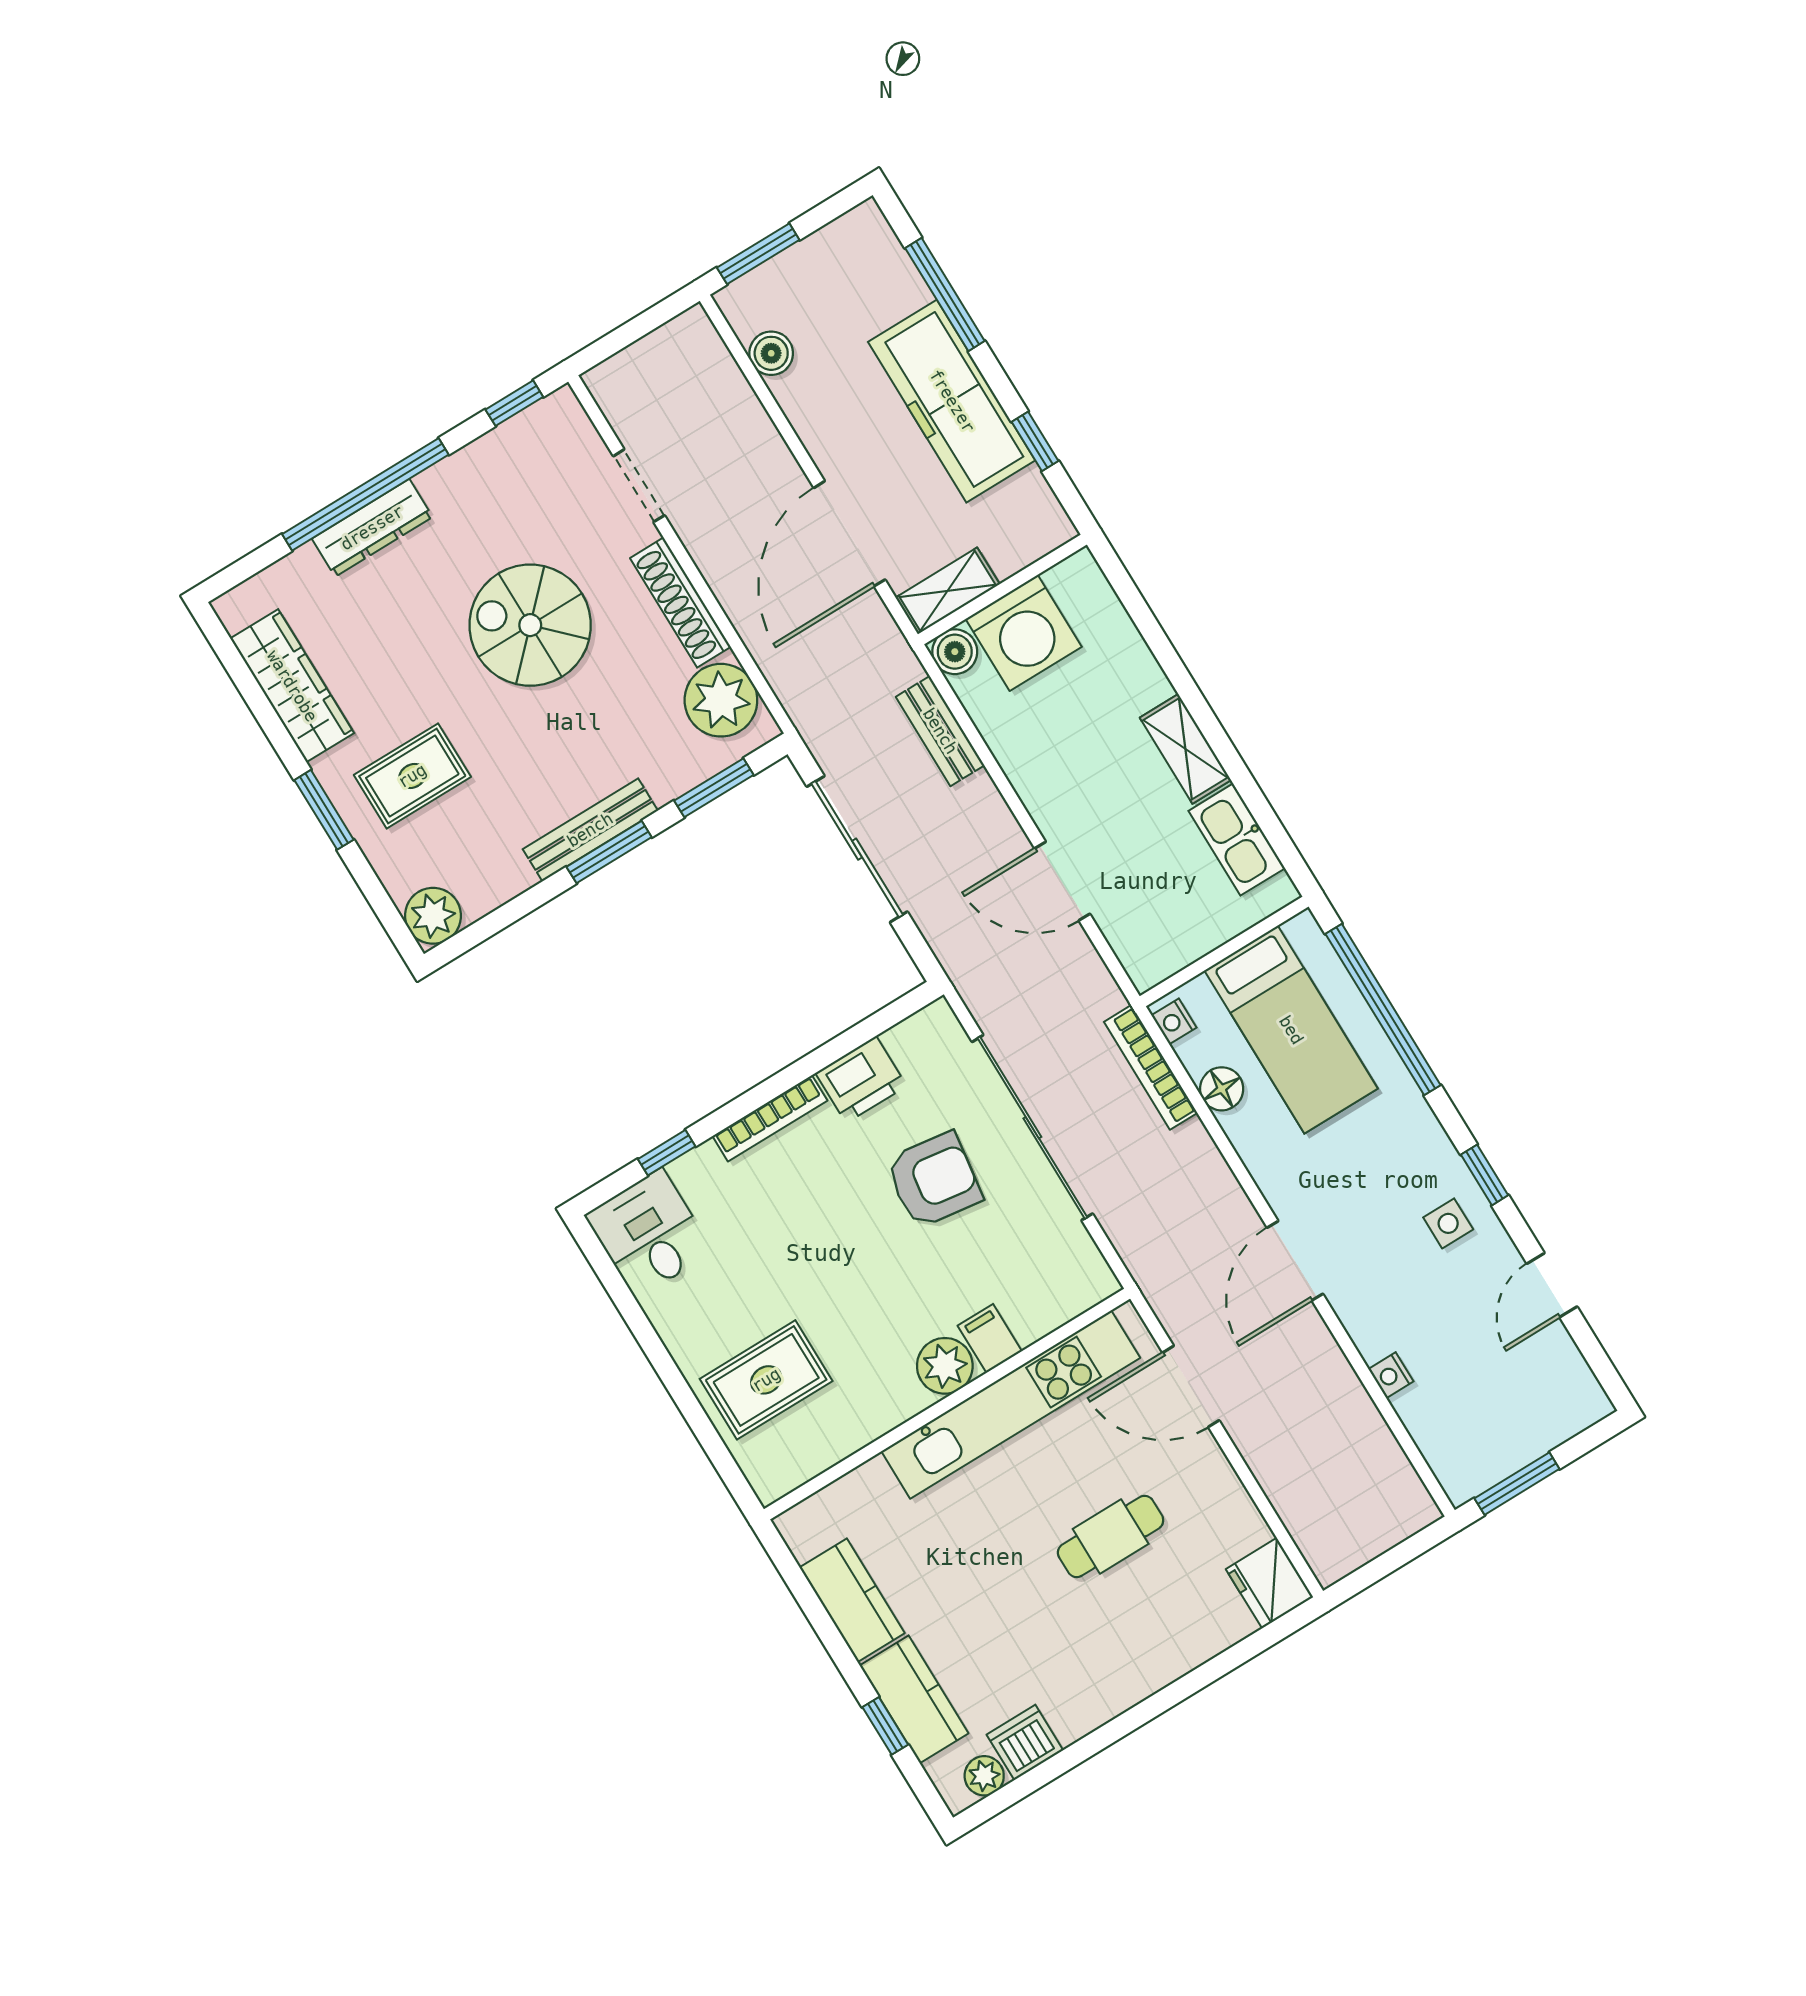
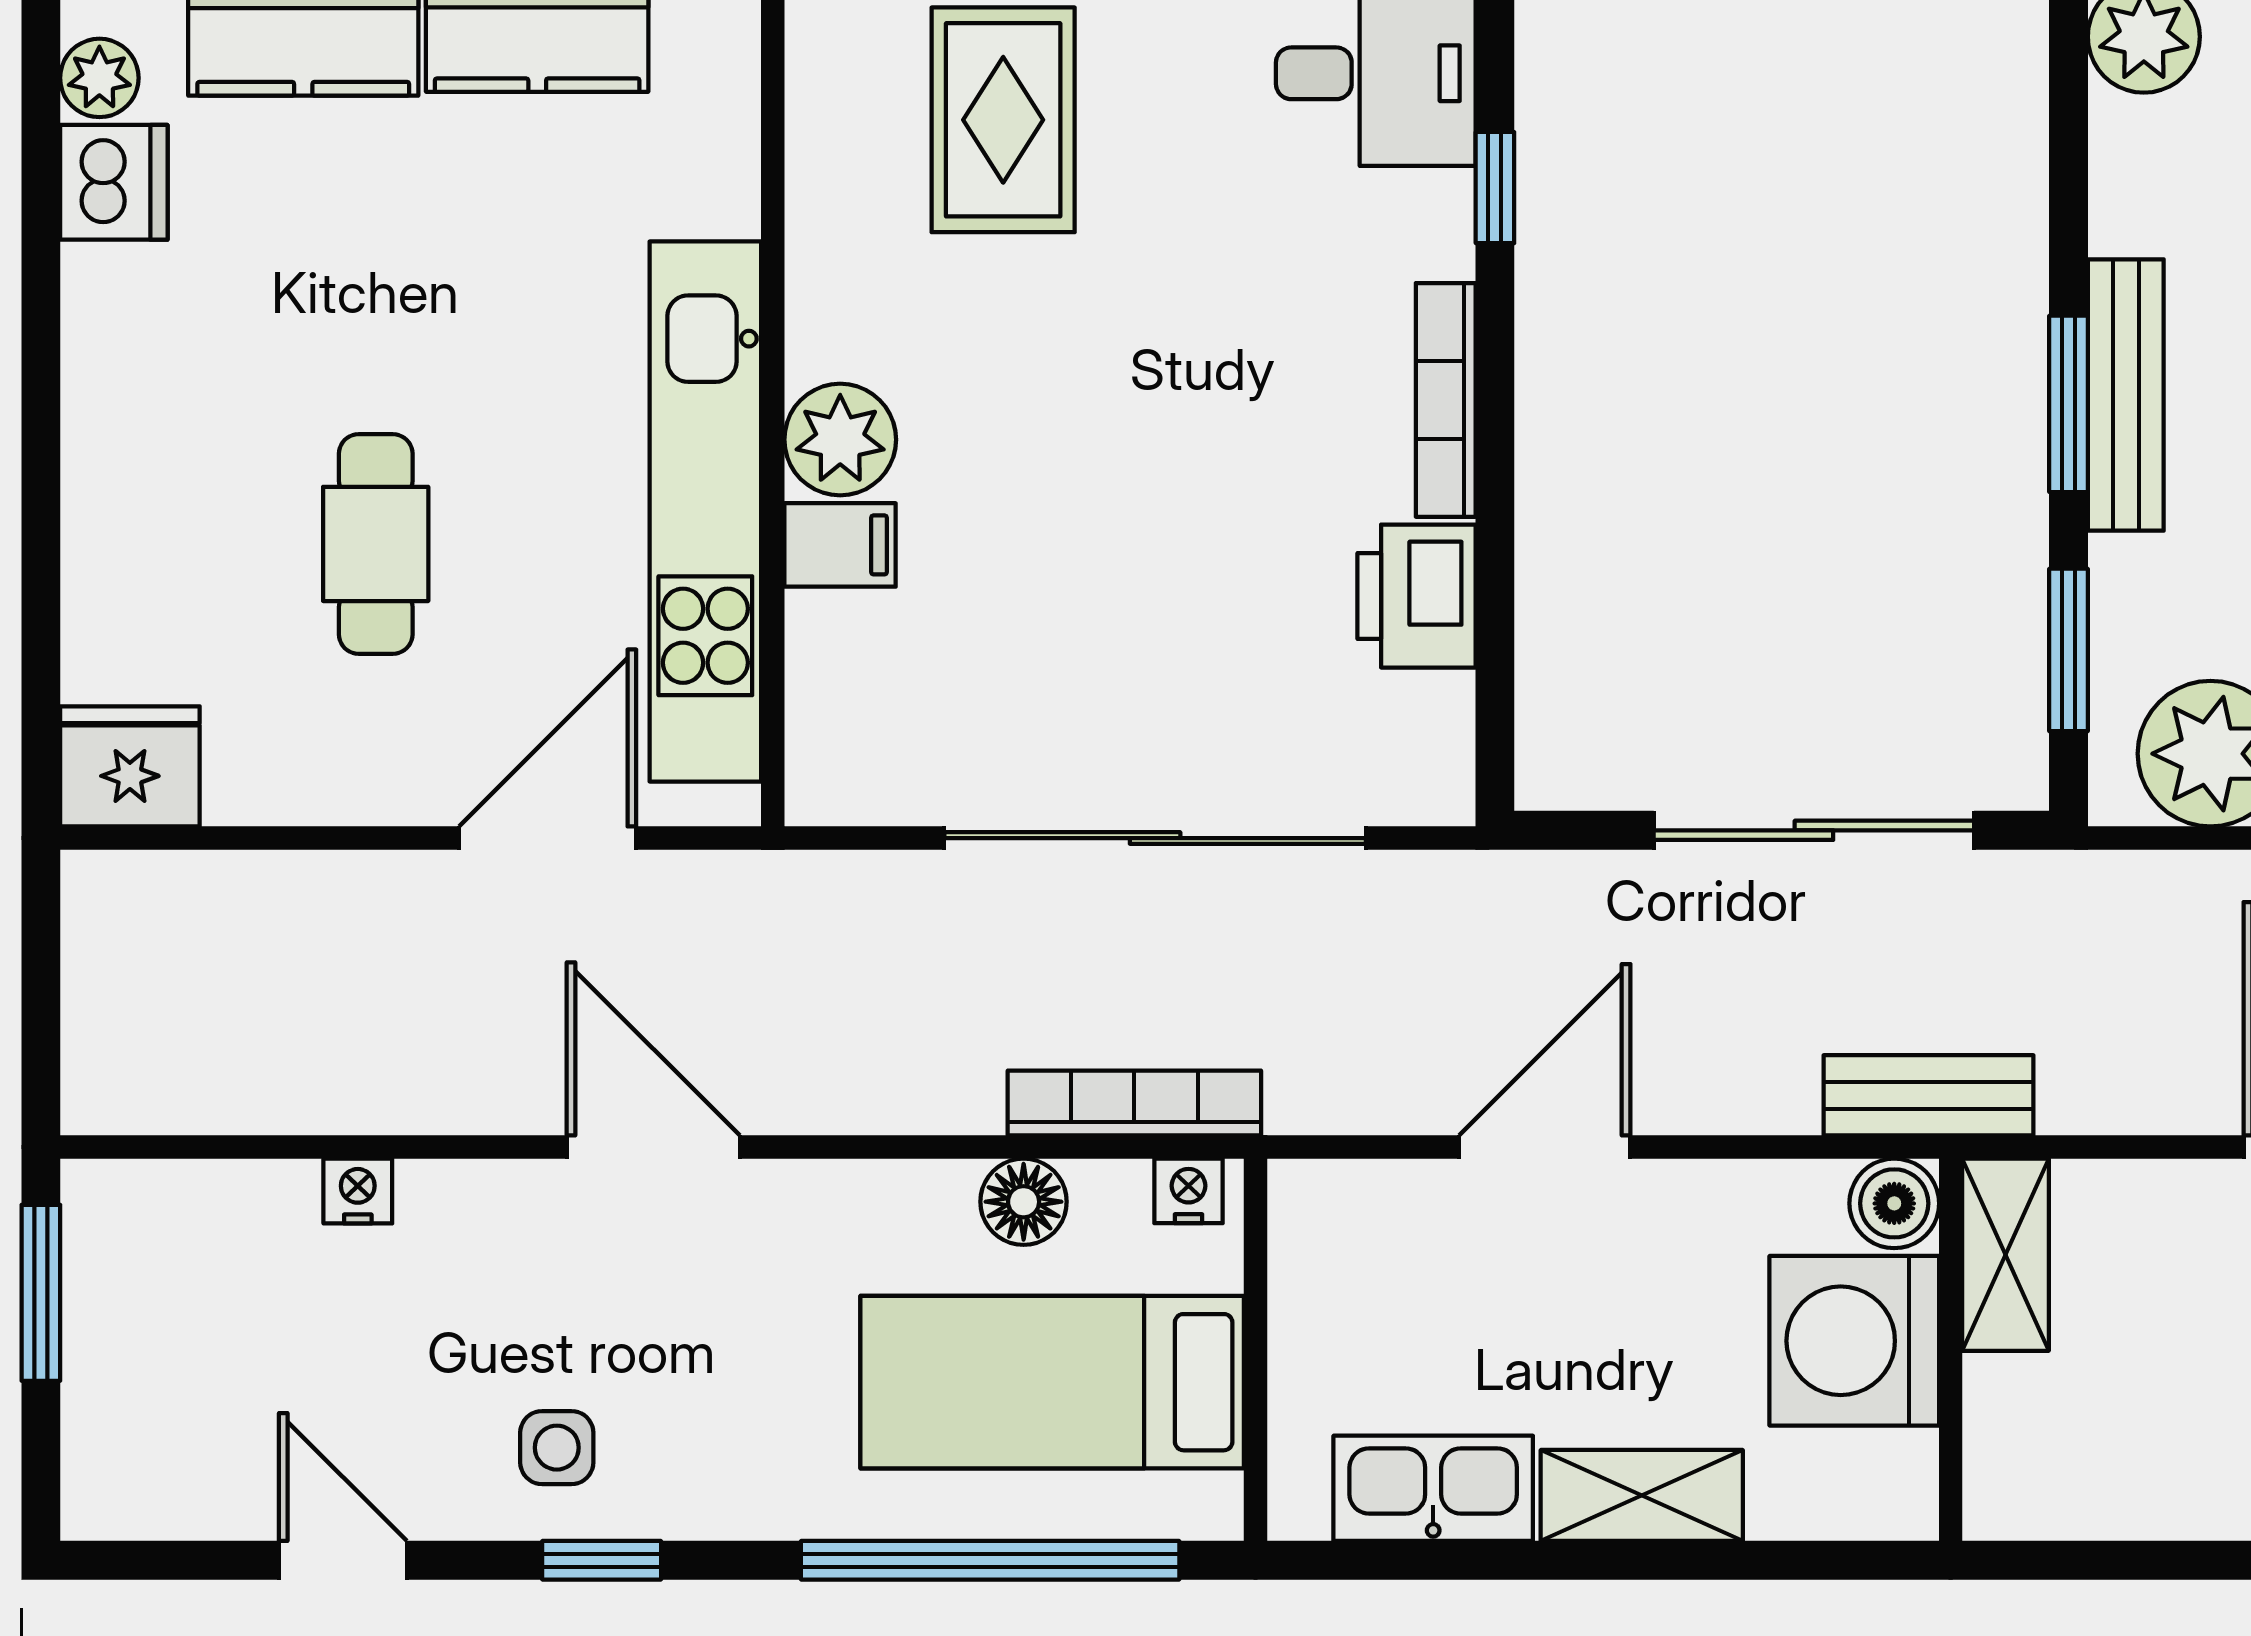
wall: (1002, 589) -> (1951, 1350), moved
shelving: (948, 591) -> (2006, 1255), moved
washing machine: (1024, 633) -> (1854, 1341), moved
boiler: (955, 652) -> (1894, 1203), moved
armchair: (934, 1180) -> (1169, 615), removed

